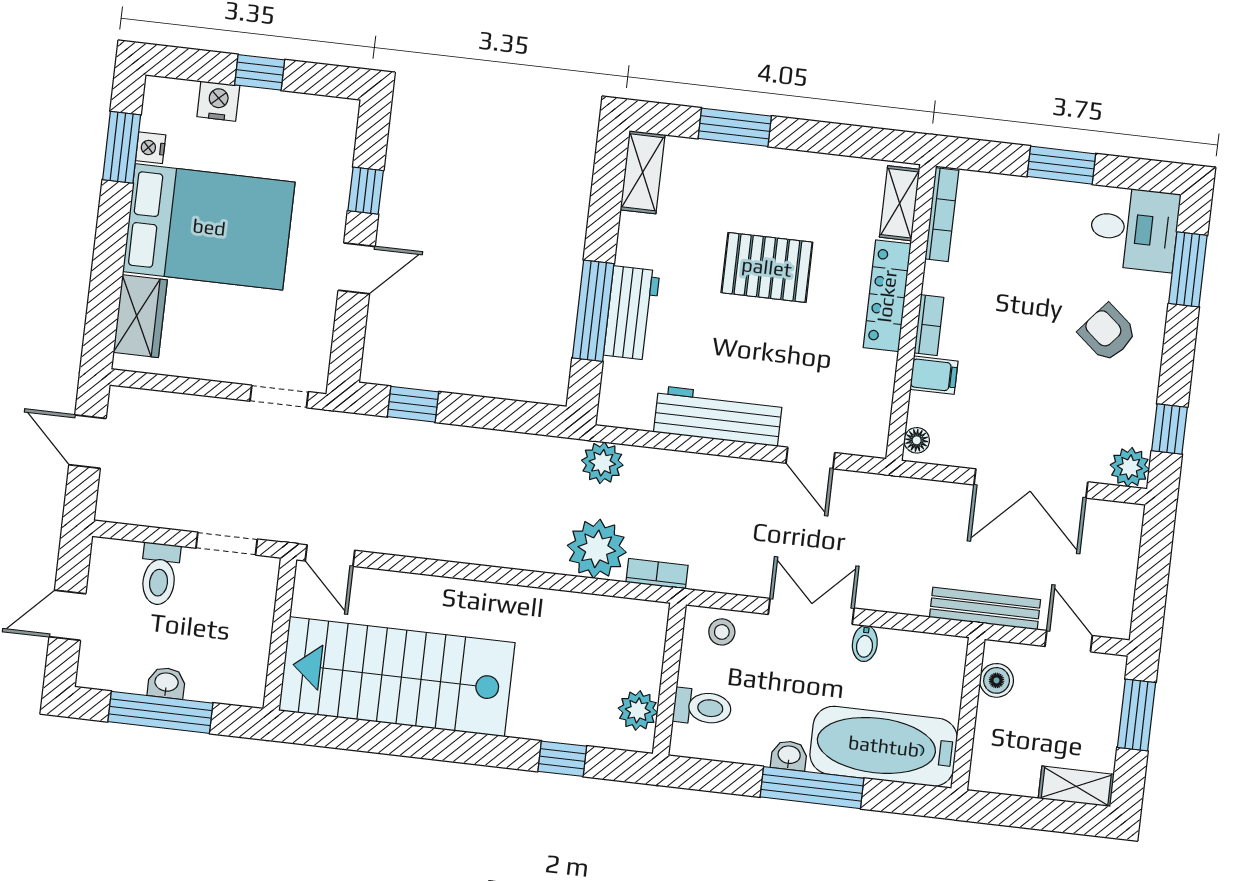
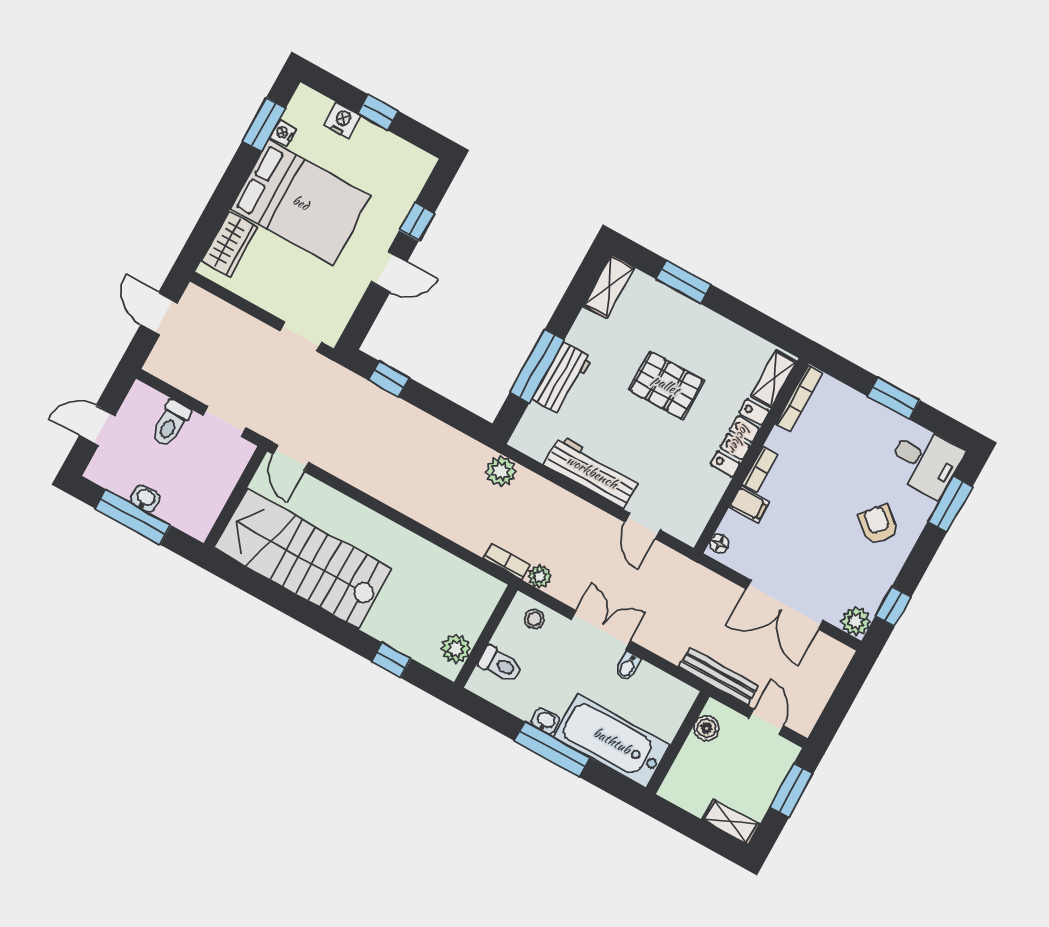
plant: (597, 549) -> (540, 576), moved, width x0.53, depth x0.53

